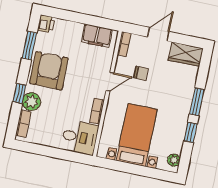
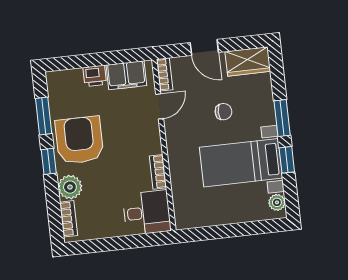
printer: (46, 24) -> (95, 76), moved, turned 90
door: (158, 34) -> (204, 47), swing flipped
chair: (141, 73) -> (223, 112), moved
door: (110, 82) -> (160, 106), moved
window: (19, 93) -> (49, 161), moved
bed with nightstands: (137, 135) -> (241, 163), moved, turned -90

